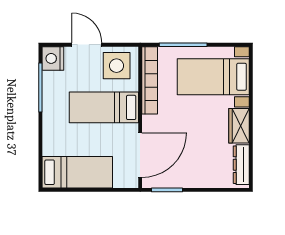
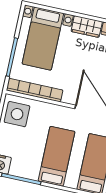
bed: (104, 107) -> (57, 156), moved, turned 180

